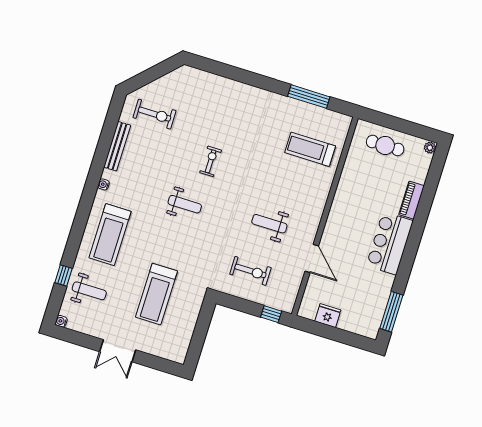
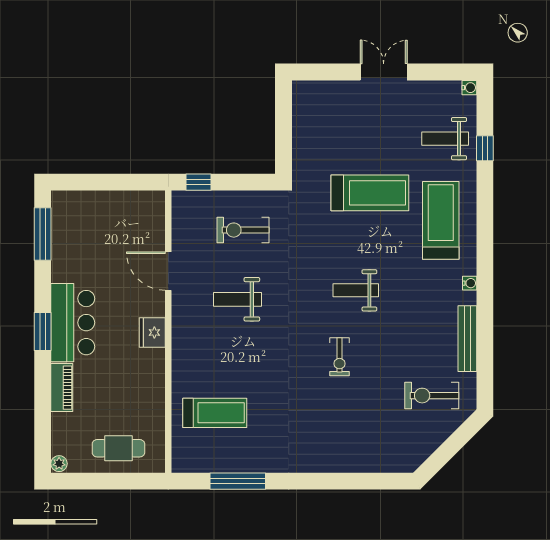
weight bench: (269, 224) -> (237, 299), turned 180
window: (413, 244) -> (43, 332), added
treadmill: (156, 294) -> (370, 193), moved, turned 90
fridge: (328, 316) -> (152, 332), moved, turned 90

